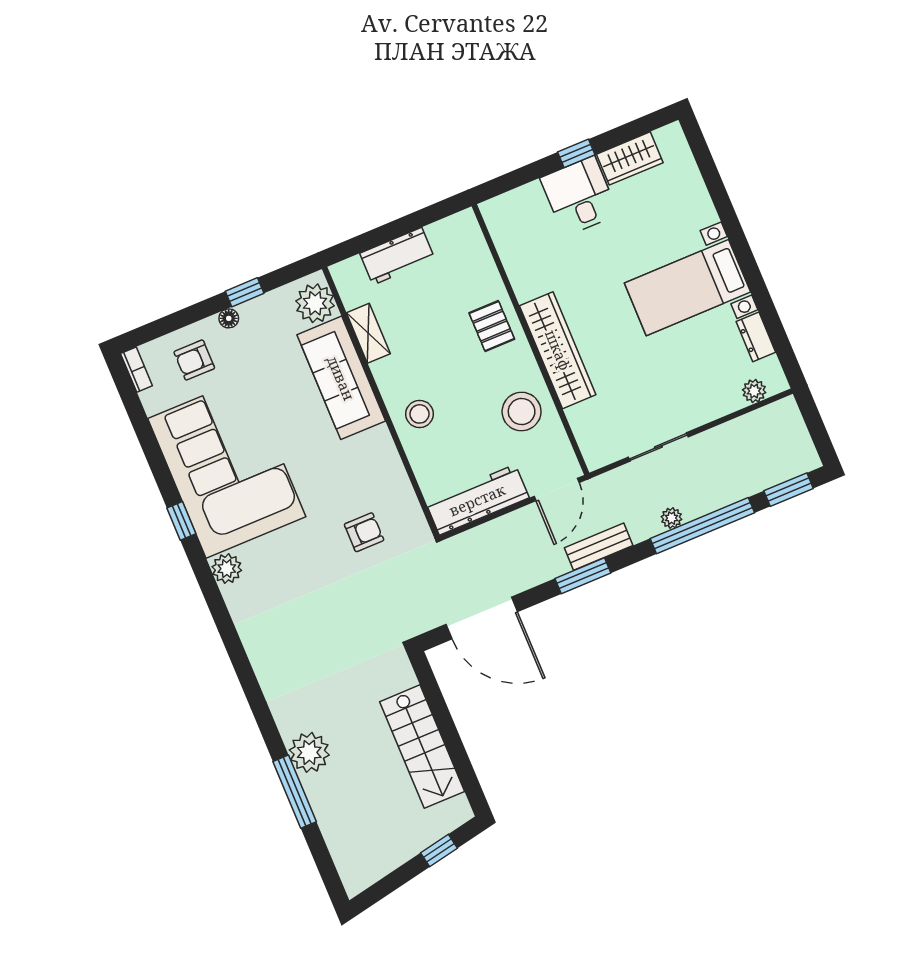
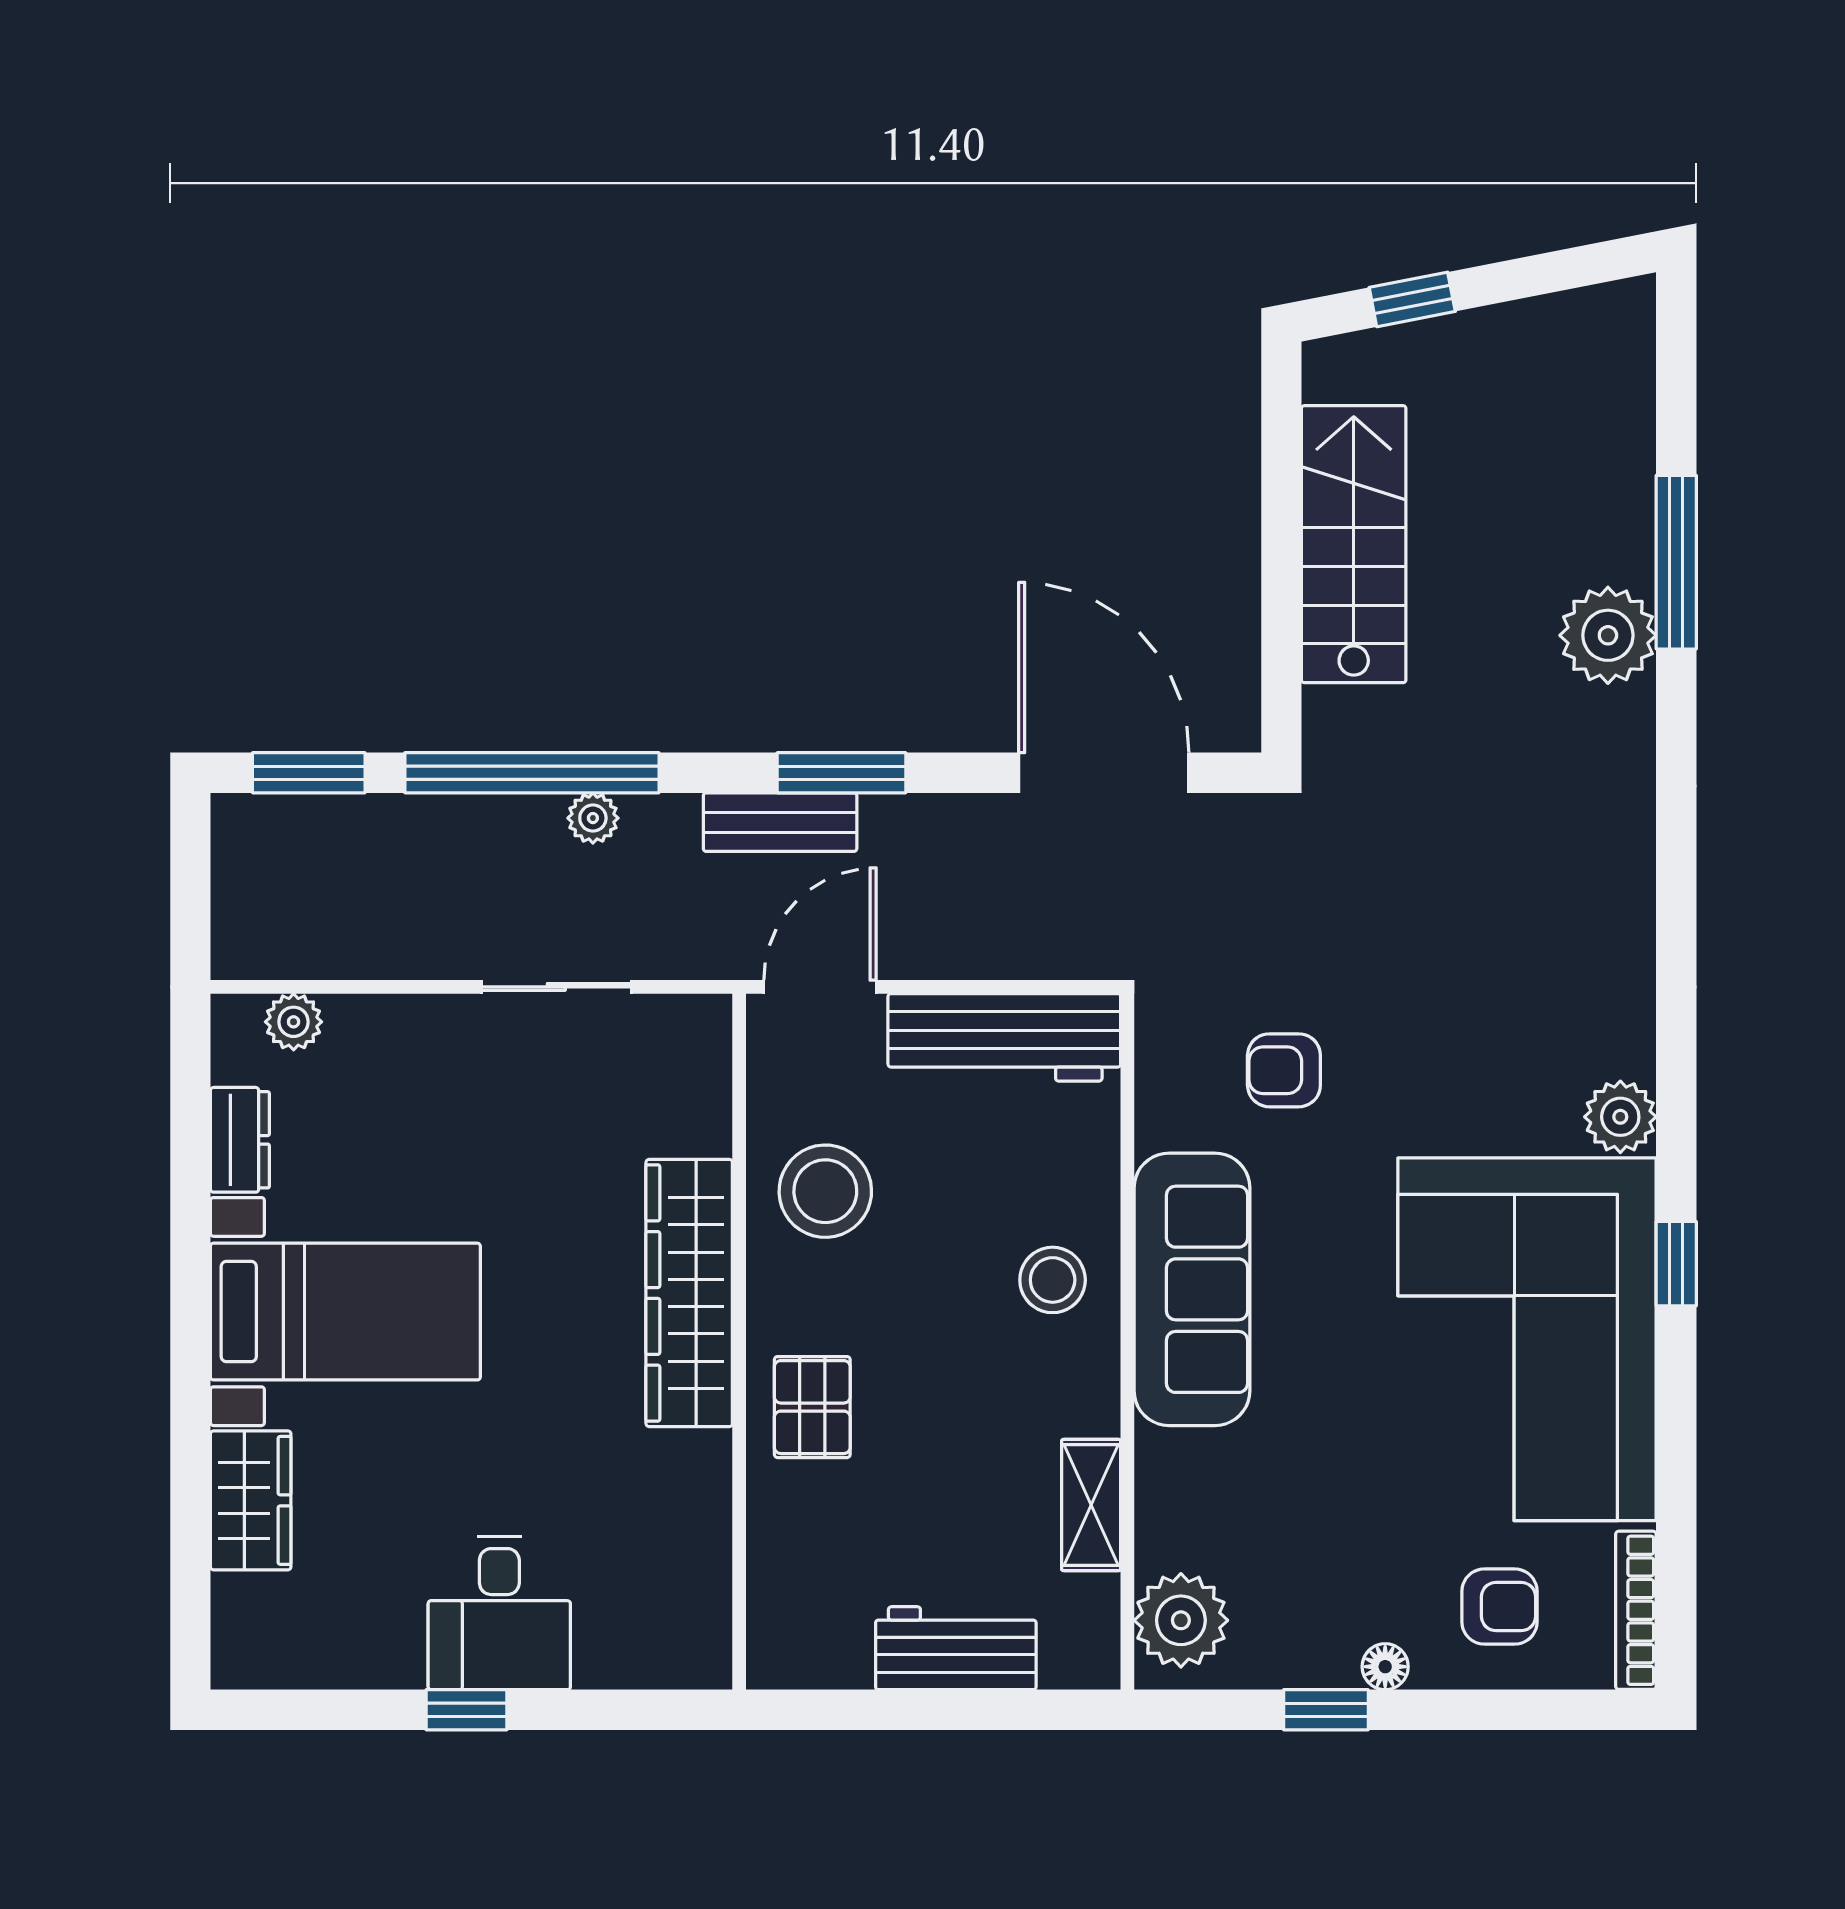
wardrobe: (630, 158) -> (251, 1500), moved, turned 90
bookcase: (136, 370) -> (1636, 1610), width x1.56
sofa: (341, 378) -> (1192, 1289), moved

